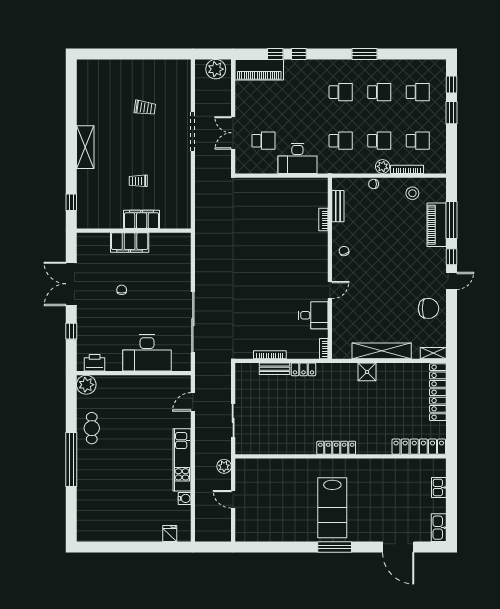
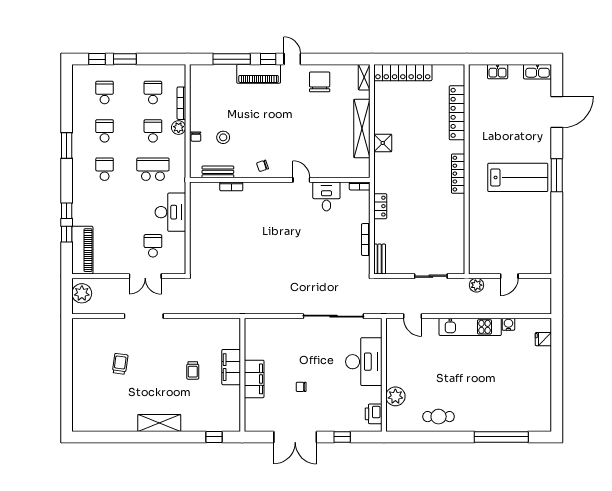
school desk: (341, 141) -> (153, 169), width x1.85
stool: (412, 193) -> (223, 137), moved
piano: (437, 225) -> (259, 74), moved
bench: (275, 369) -> (380, 259), moved
plant: (86, 385) -> (395, 396), moved
locker: (419, 447) -> (457, 113), moved
window: (71, 460) -> (501, 437), moved

